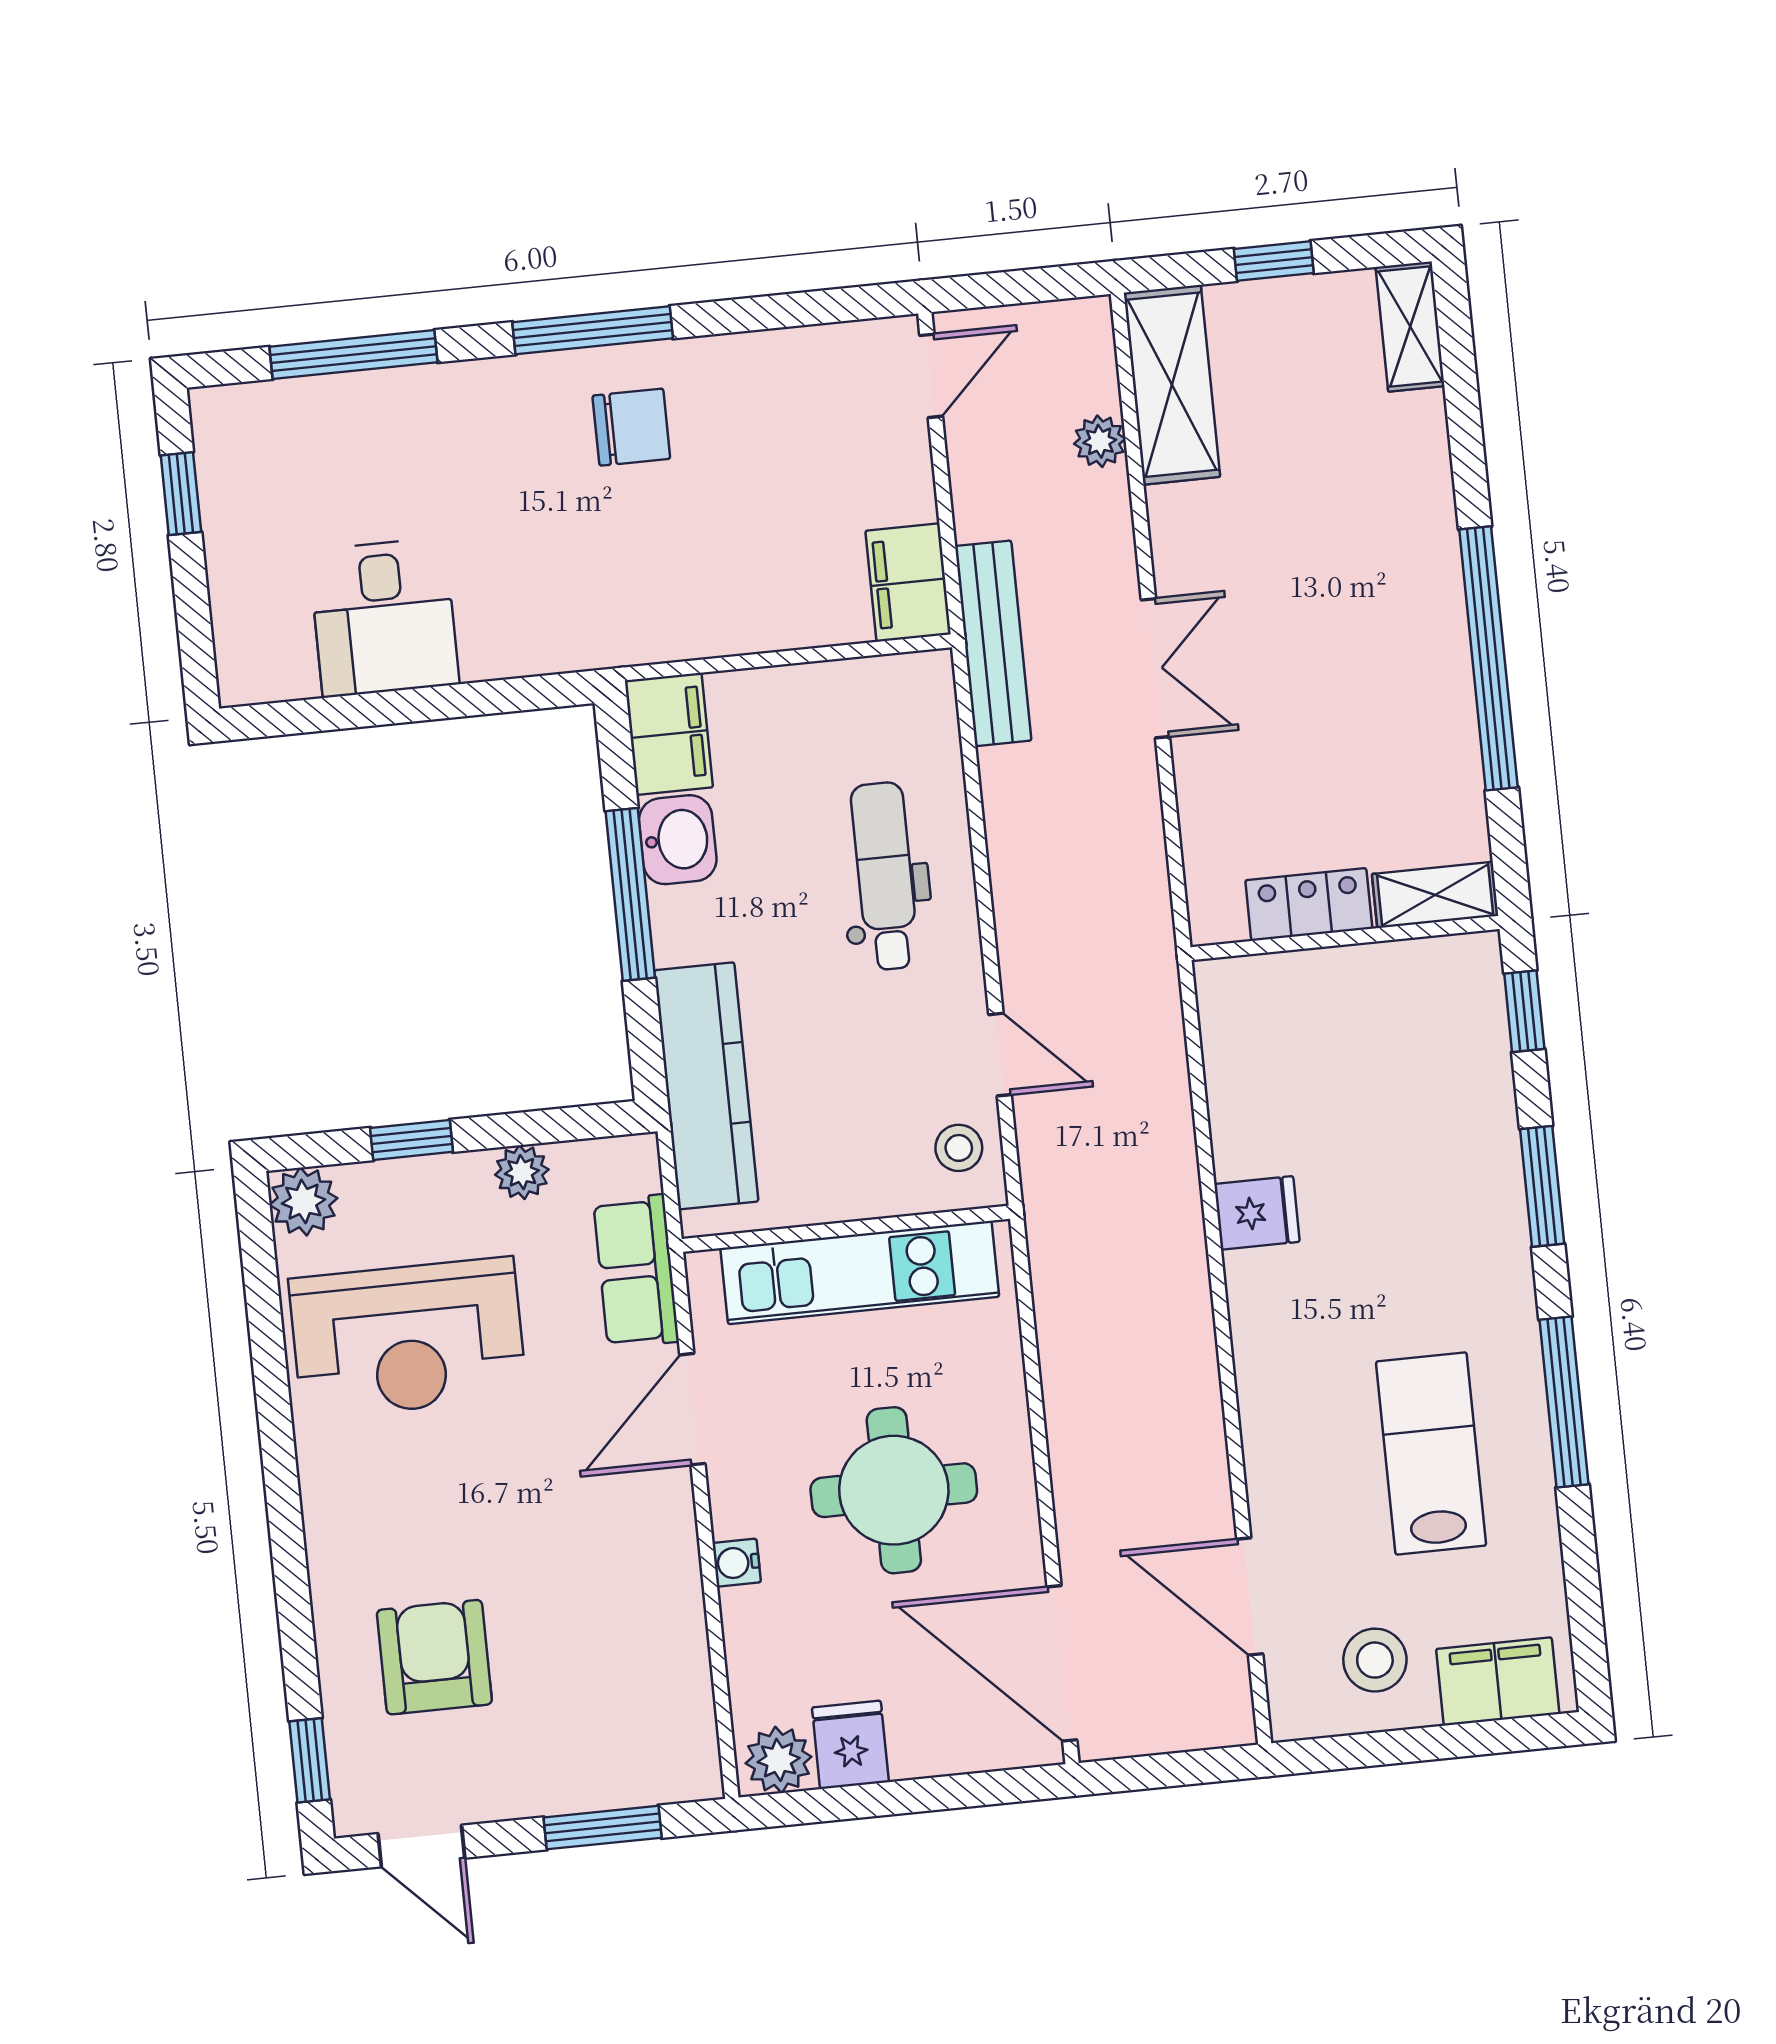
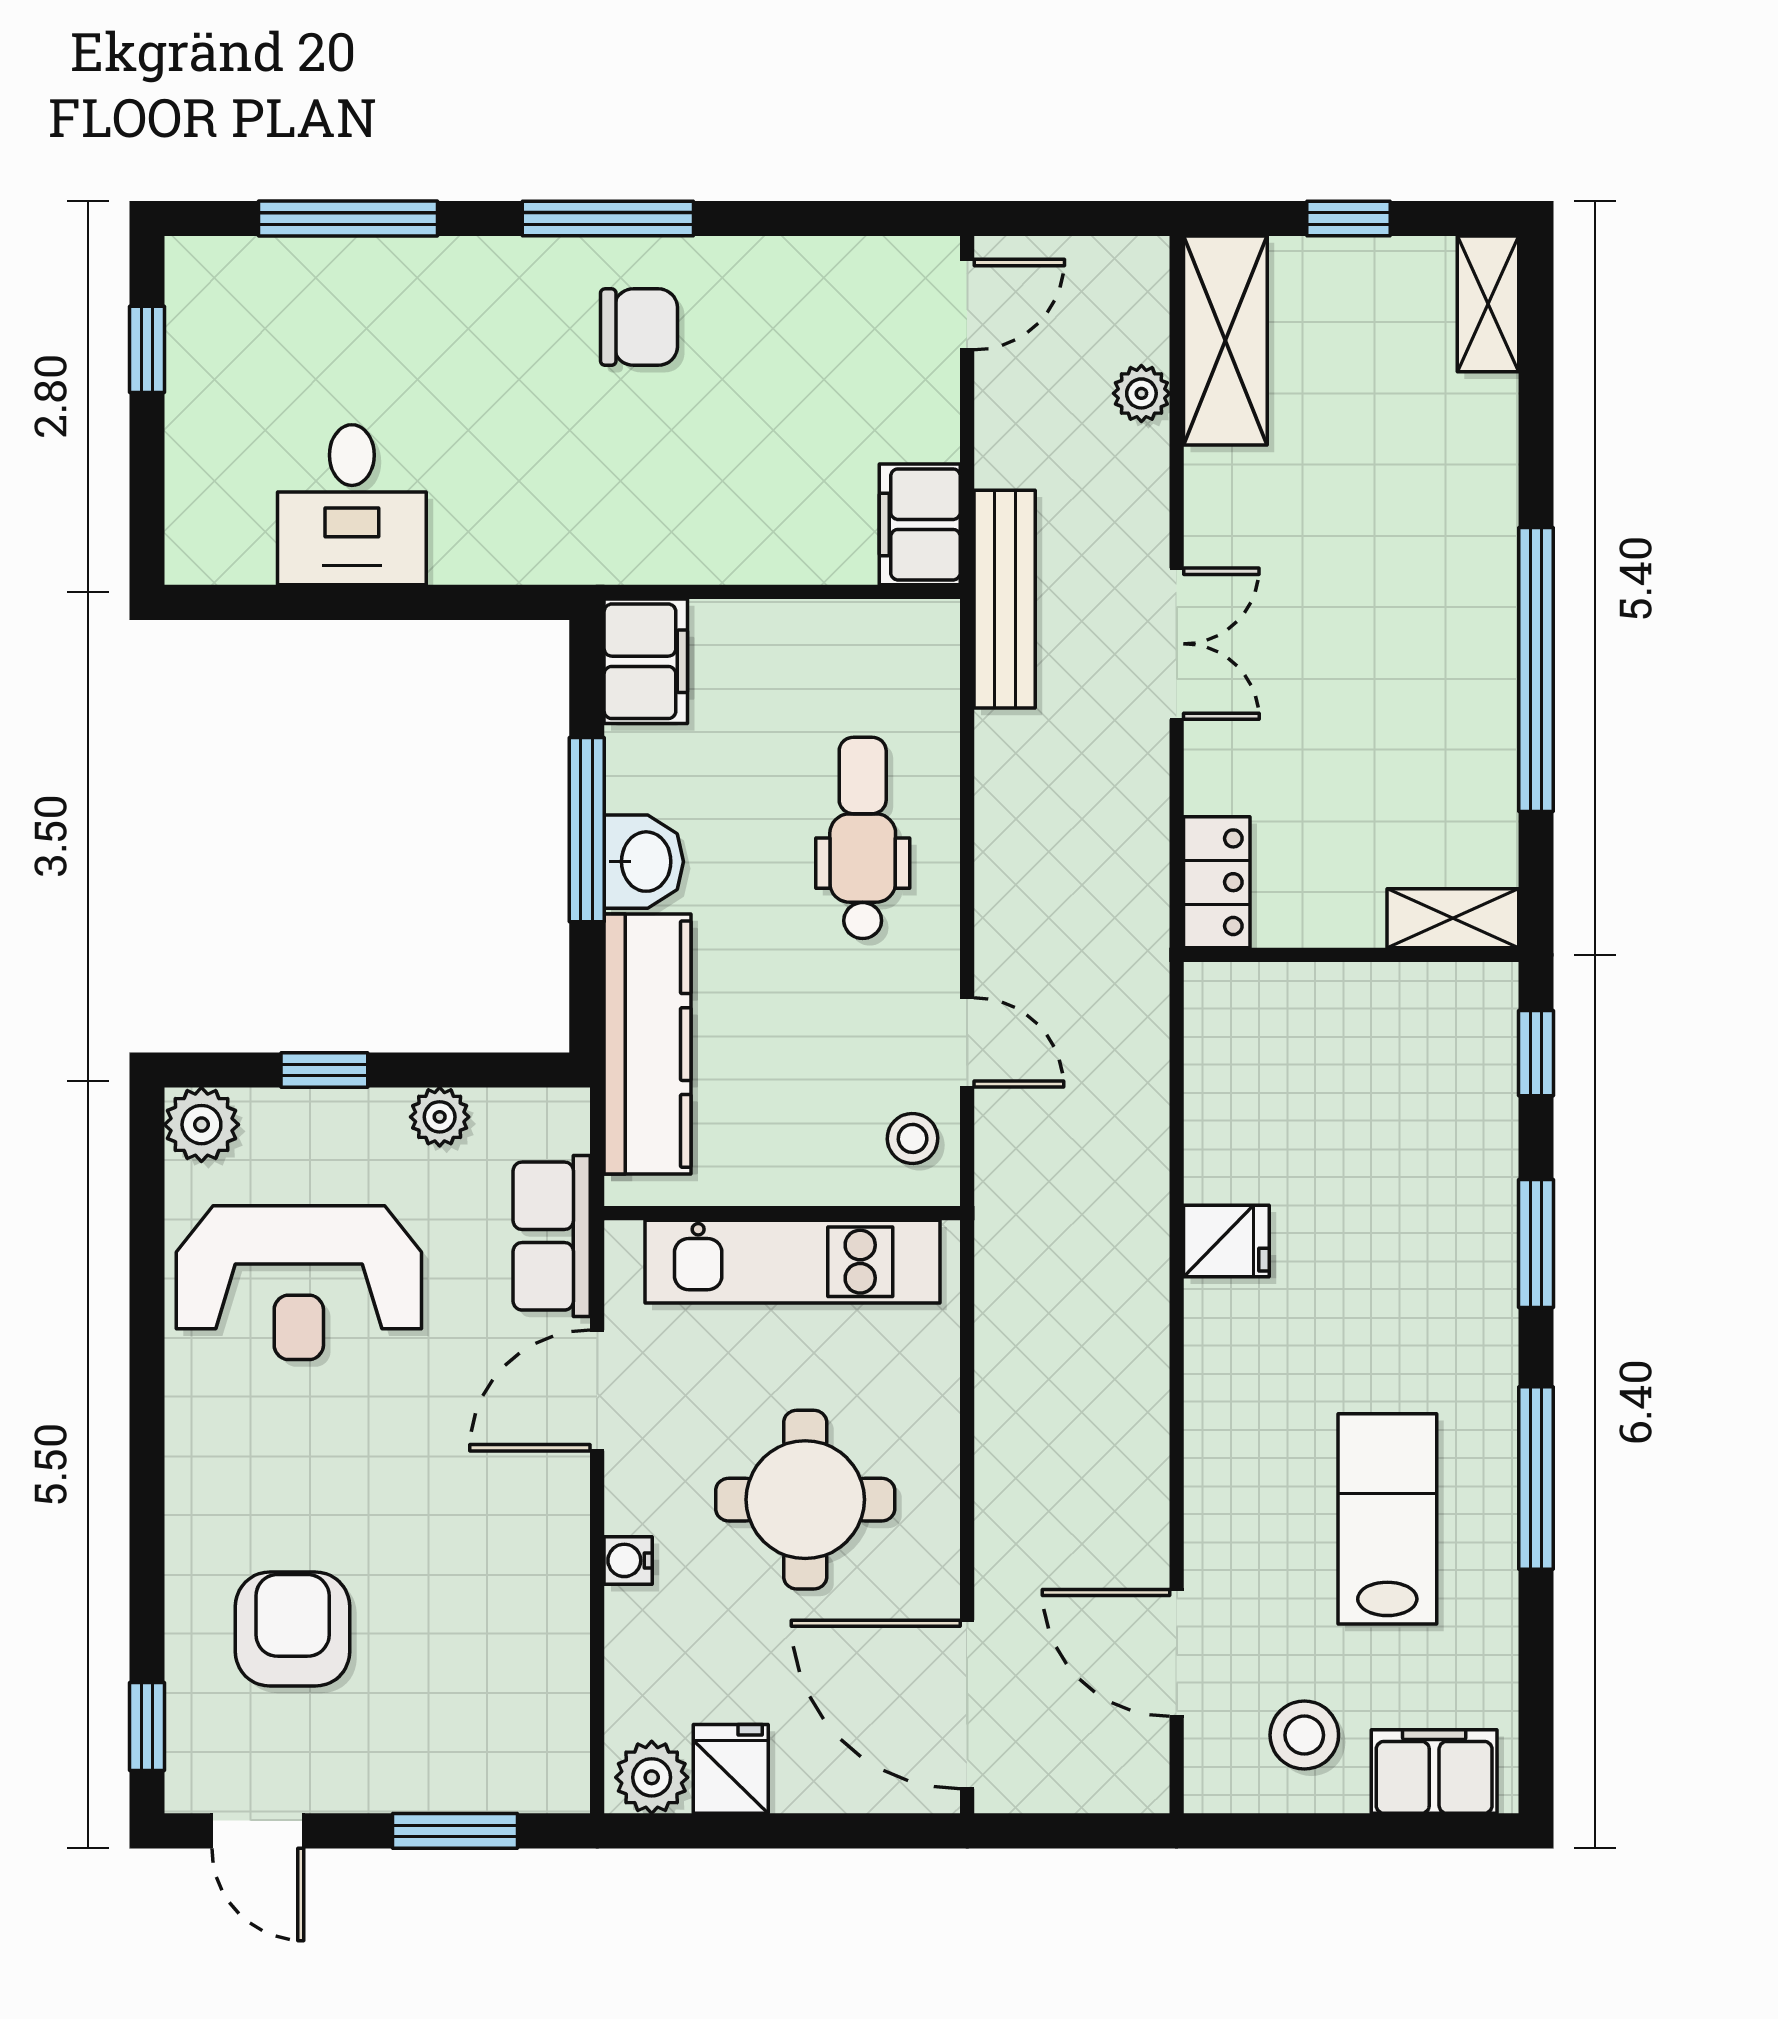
washbasin: (678, 840) -> (644, 862), moved
locker: (1309, 904) -> (1217, 882), moved, turned 90

